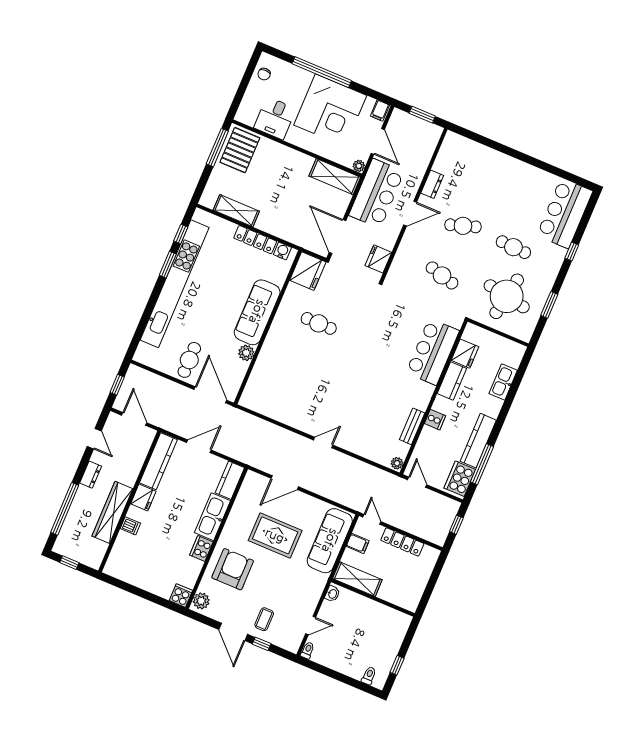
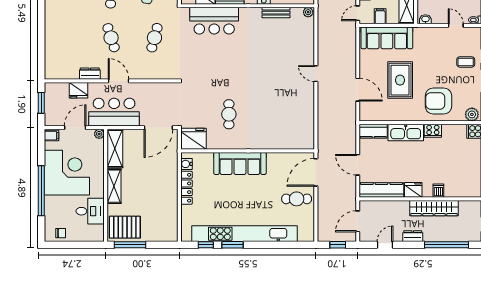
shelving: (236, 211) -> (114, 186), moved
fridge: (378, 259) -> (79, 90), moved
plant: (246, 353) -> (273, 159), removed

